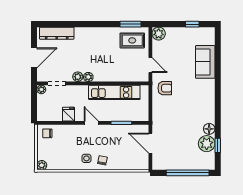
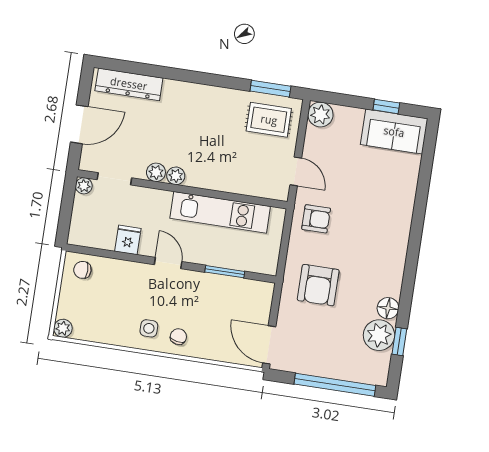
sofa: (205, 62) -> (394, 132), moved, turned -90
armchair: (171, 122) -> (318, 285), added
door: (150, 143) -> (269, 345), moved

